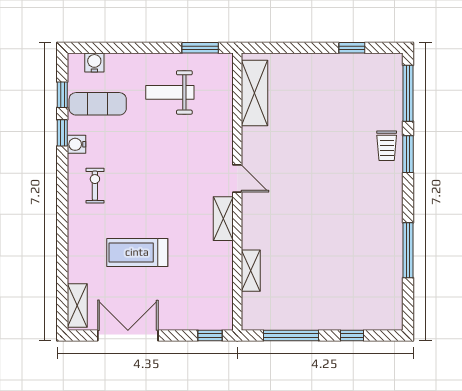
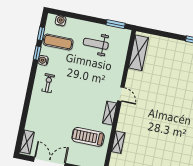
treadmill: (137, 252) -> (88, 137), moved

